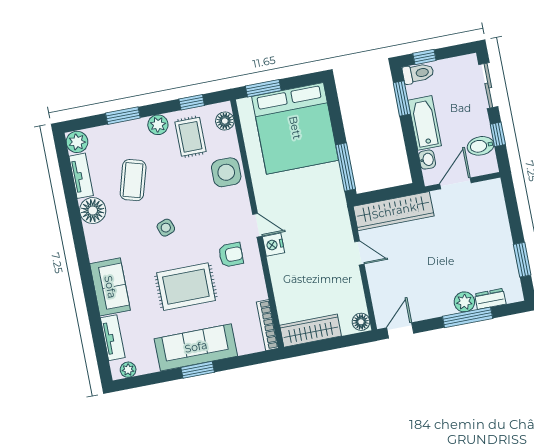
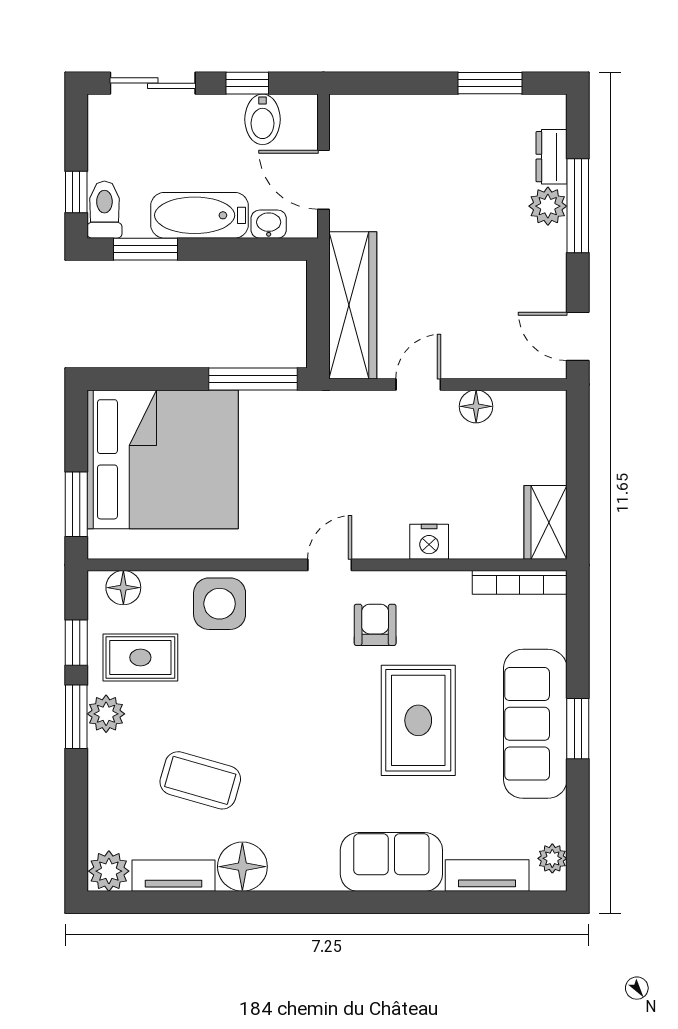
window: (123, 116) -> (76, 717), moved
side table: (166, 228) -> (301, 736), removed
nightstand: (273, 245) -> (429, 542), moved
floor lamp: (361, 322) -> (476, 406), moved
wardrobe: (310, 331) -> (546, 522), width x0.67

